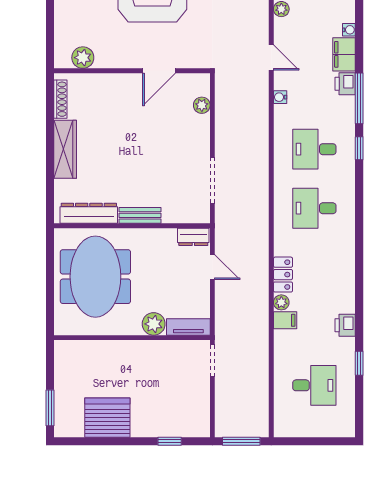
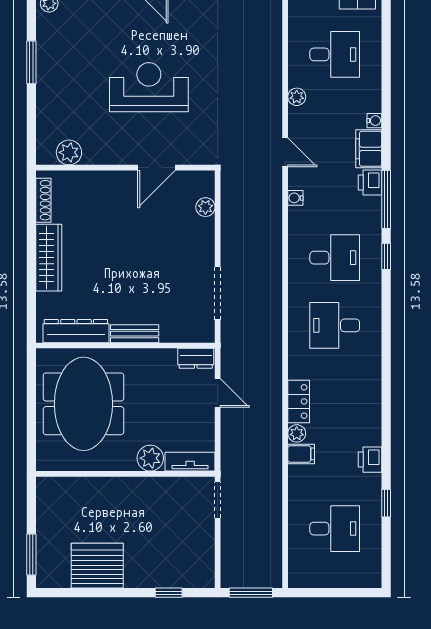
desk: (314, 149) -> (335, 258), turned 180

